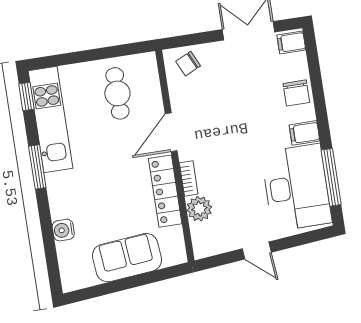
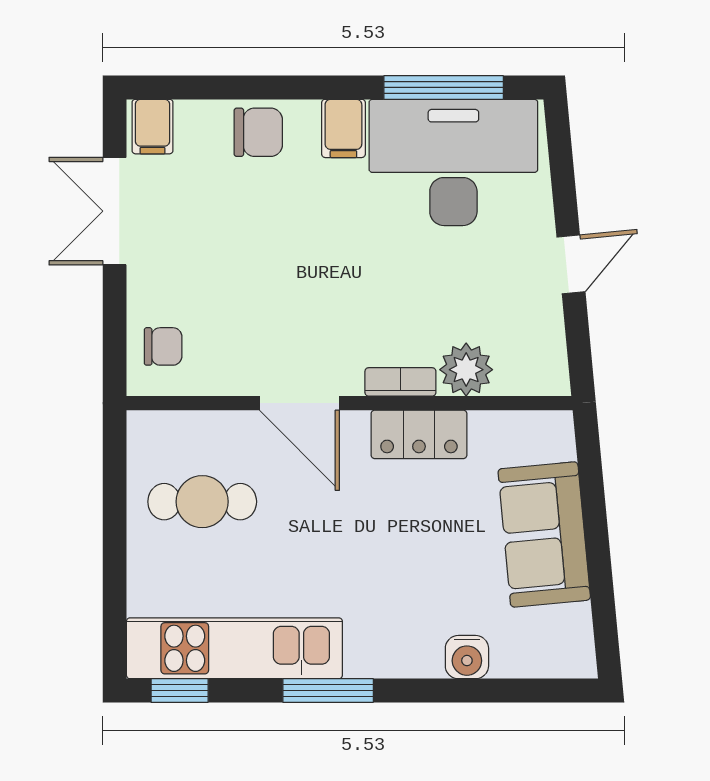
chair: (188, 64) -> (163, 346), turned -65
locker: (165, 191) -> (419, 434), width x0.66

